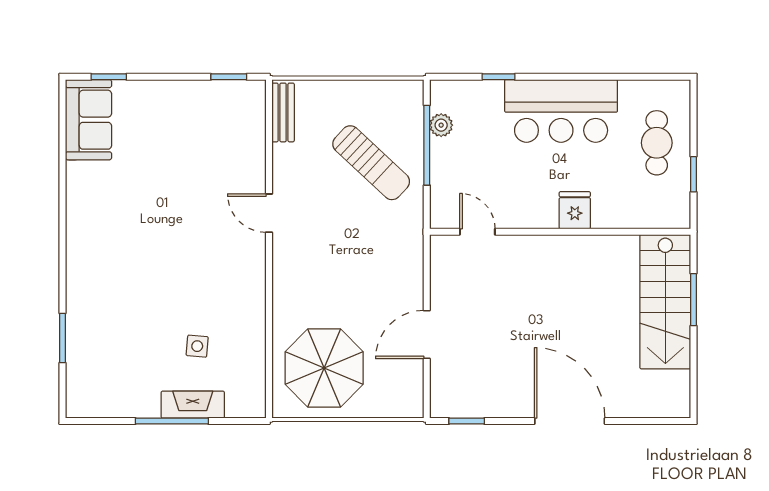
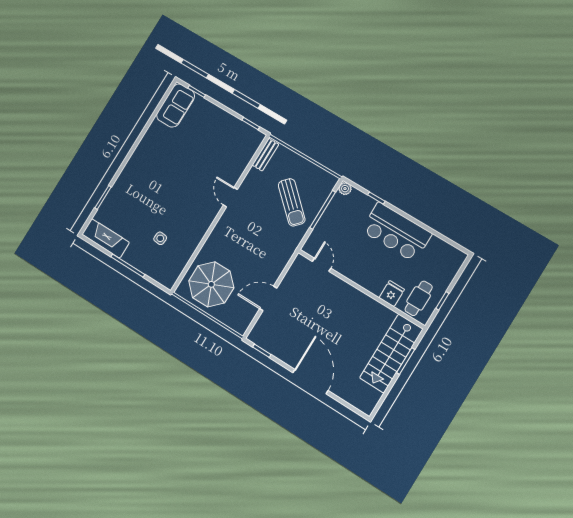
plant: (441, 125) -> (345, 189), moved
cafe table: (657, 143) -> (419, 298), moved
fridge: (575, 210) -> (392, 294), moved
fireplace: (193, 405) -> (106, 238), moved, width x1.37, depth x1.32

